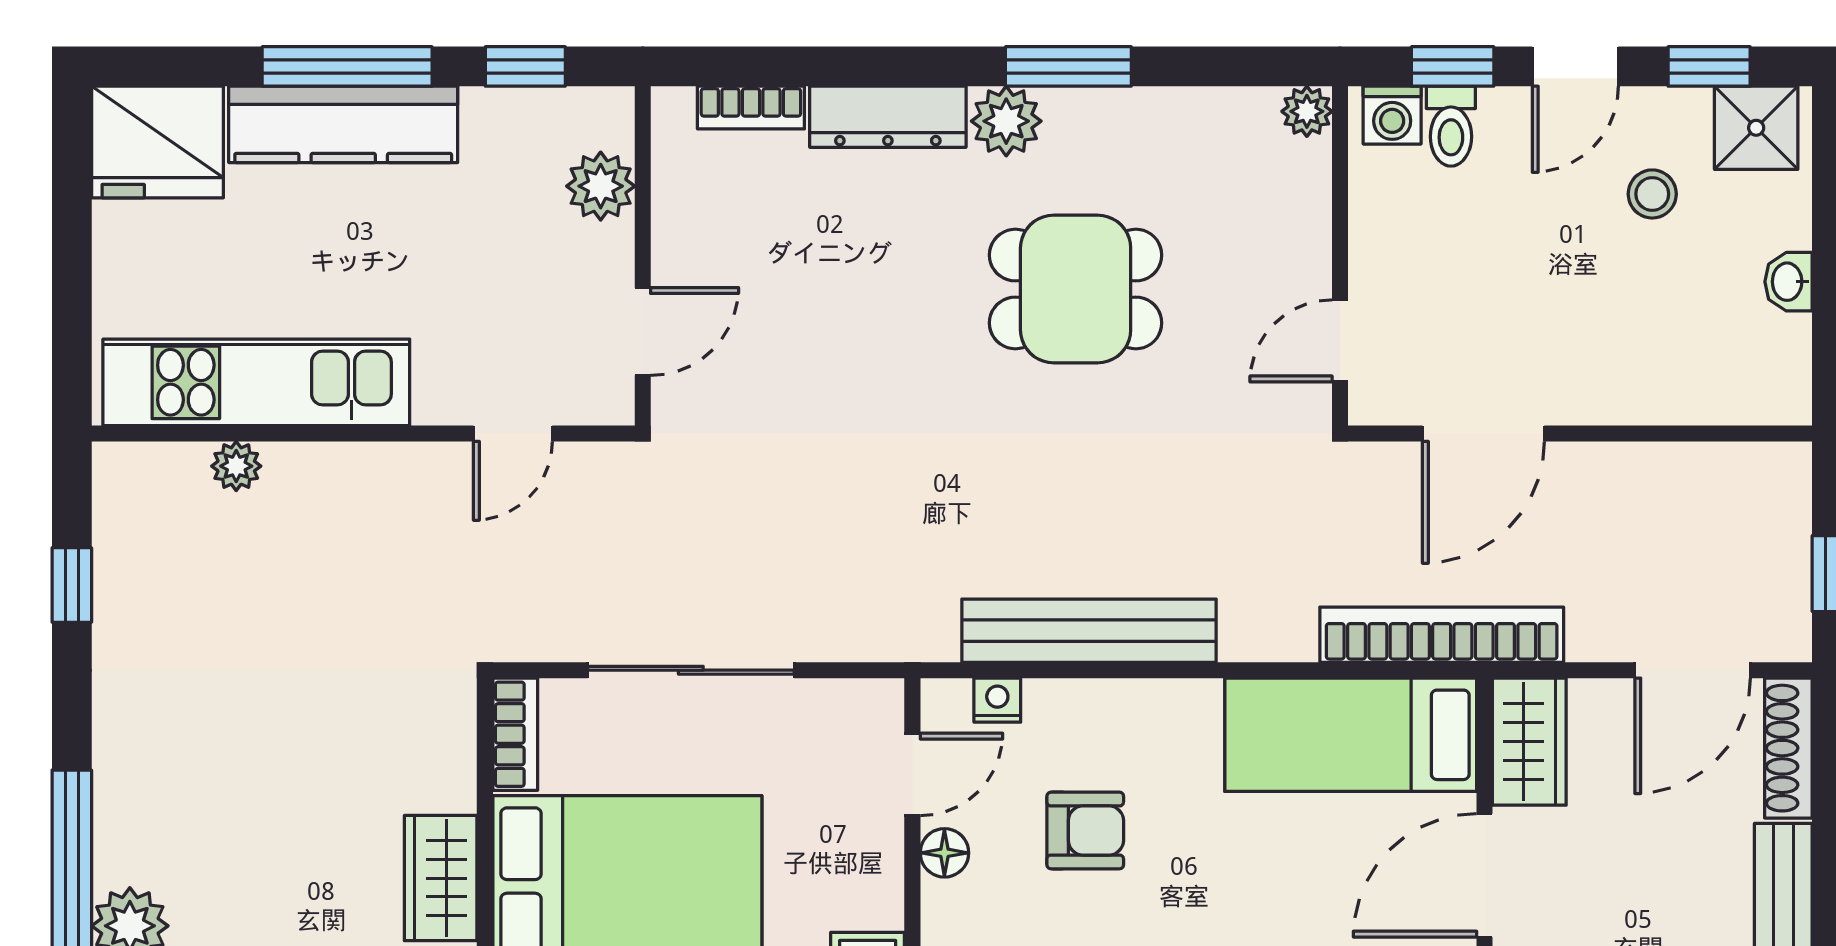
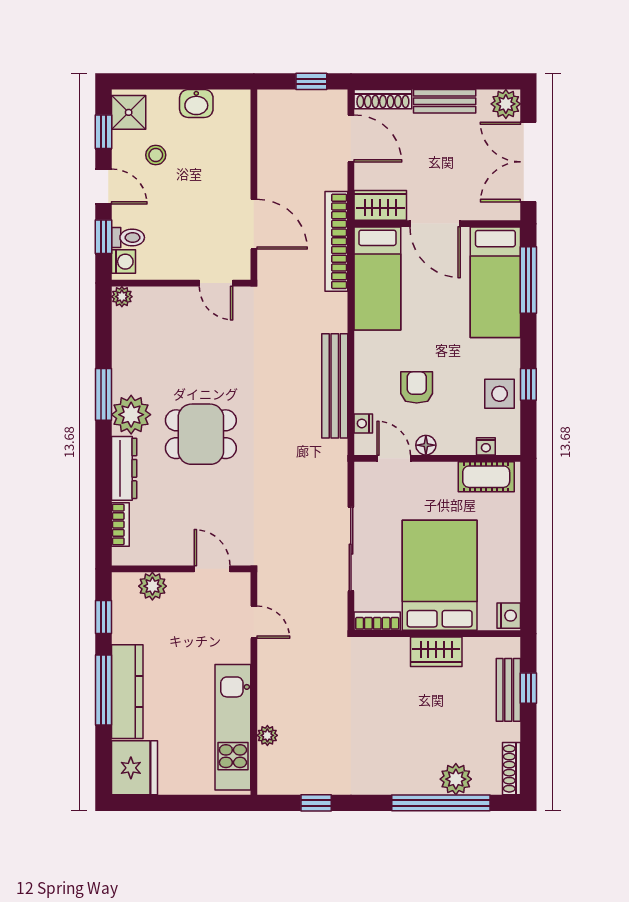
plant: (1006, 121) -> (131, 415), width x1.36, depth x1.36
washbasin: (1788, 282) -> (196, 103), width x1.38, depth x1.45
dining table: (1076, 289) -> (201, 434), moved, turned 90

